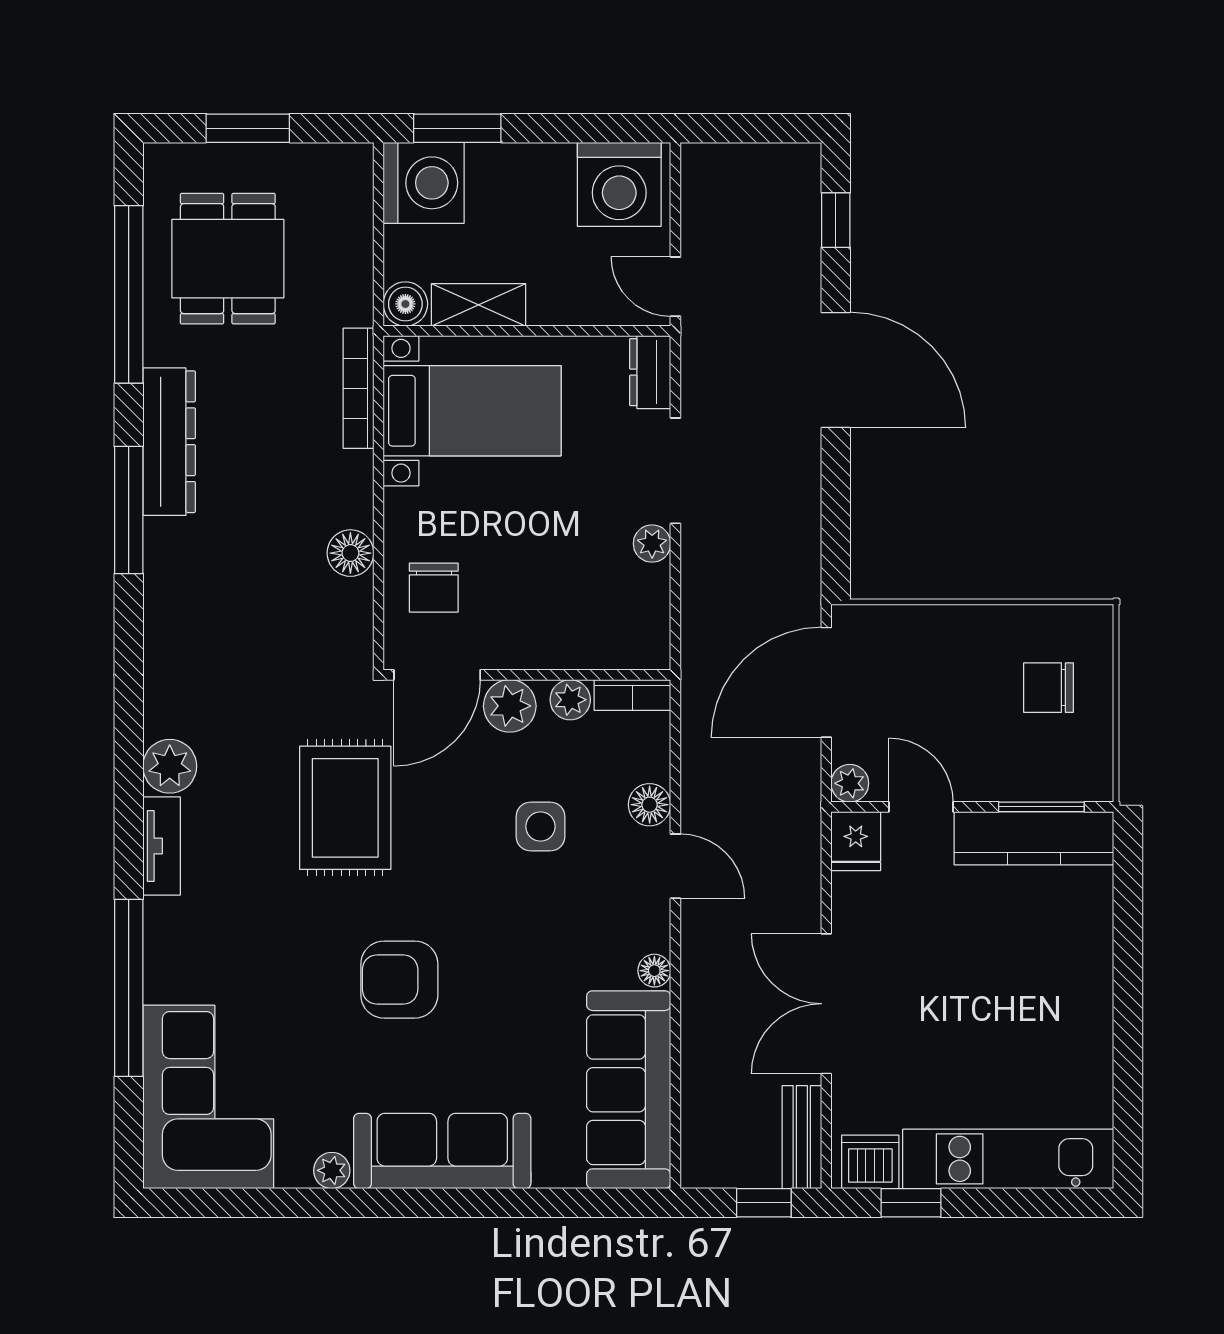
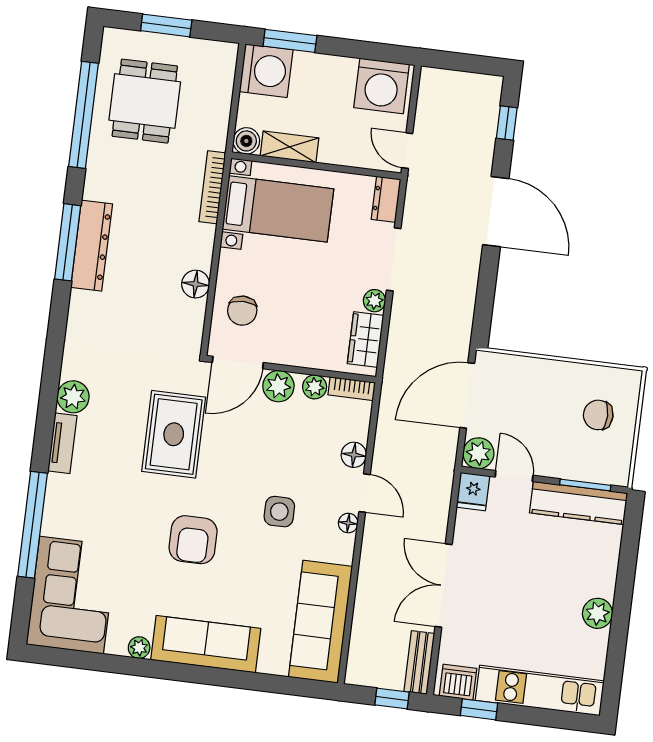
dresser: (169, 442) -> (92, 246), moved
wardrobe: (645, 610) -> (366, 339), added
plant: (850, 783) -> (478, 453), width x1.38, depth x1.38
side table: (540, 827) -> (279, 512), moved
floor lamp: (654, 971) -> (348, 523), moved
armchair: (399, 980) -> (193, 540), turned -90
plant: (1088, 1018) -> (597, 613), added

